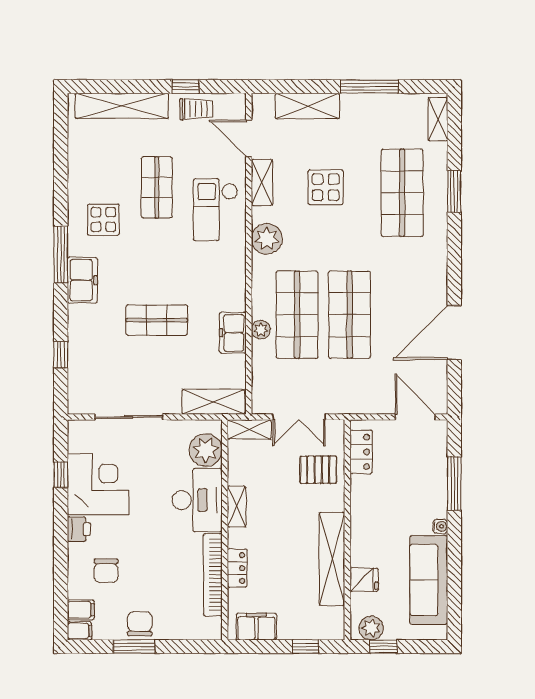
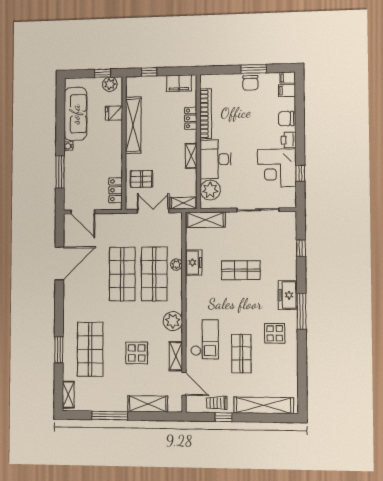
chair: (106, 571) -> (286, 119), moved, turned -90

